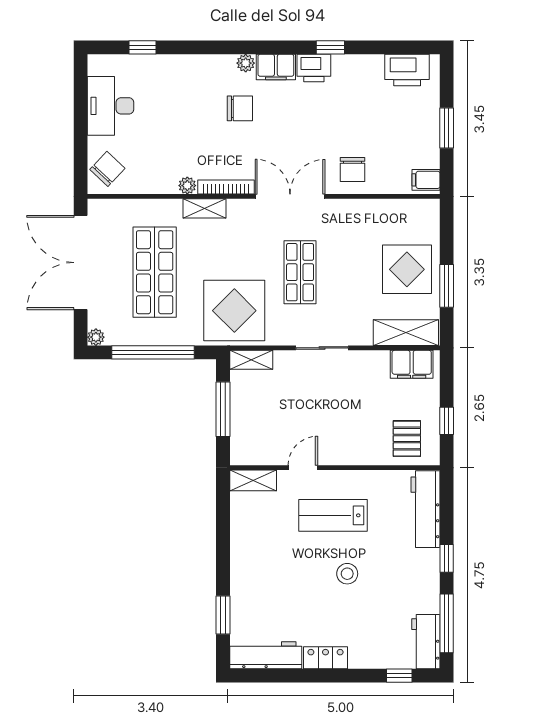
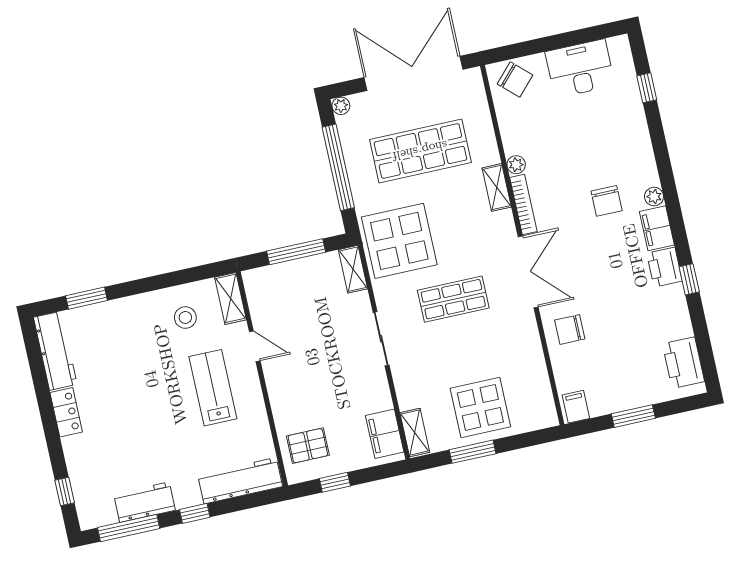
shelving: (406, 333) -> (415, 433), width x0.67, depth x0.75
stool: (347, 574) -> (185, 318), moved
workbench: (426, 642) -> (145, 502), moved

